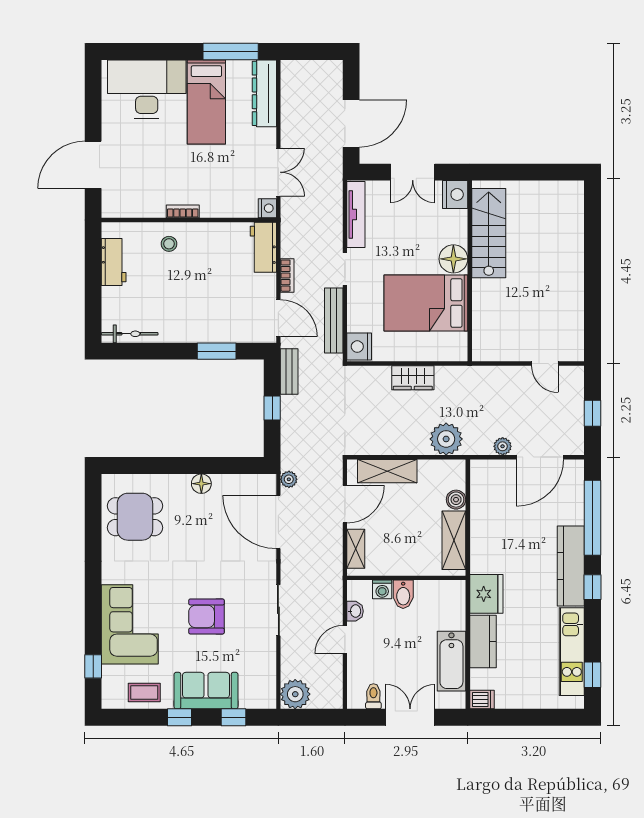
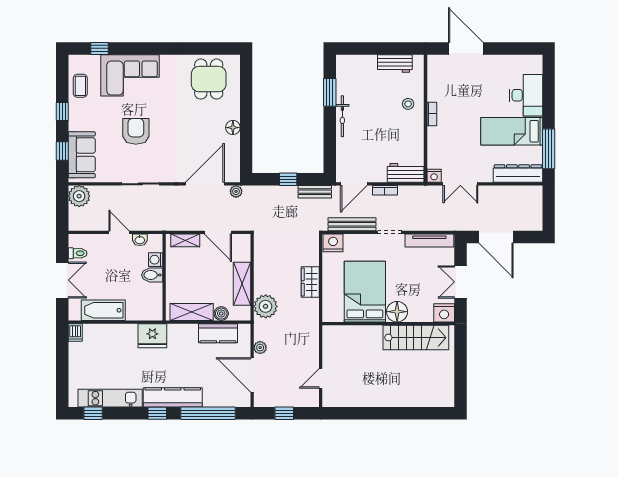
desk: (147, 89) -> (526, 95), width x0.73, depth x0.77
bicycle: (130, 334) -> (342, 116), moved
window: (217, 351) -> (330, 92), moved
shelving: (387, 471) -> (242, 284), moved
kitchen counter: (483, 641) -> (218, 333), moved
sofa: (206, 691) -> (82, 155), moved

